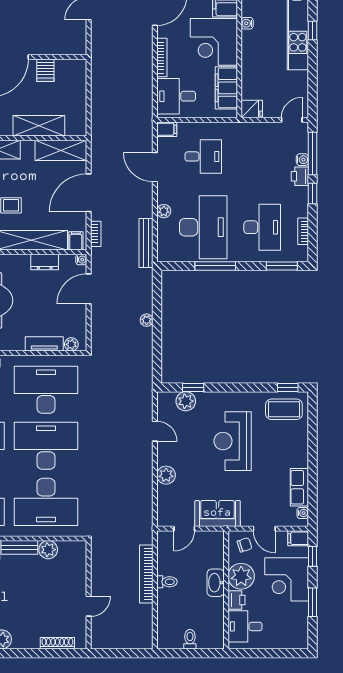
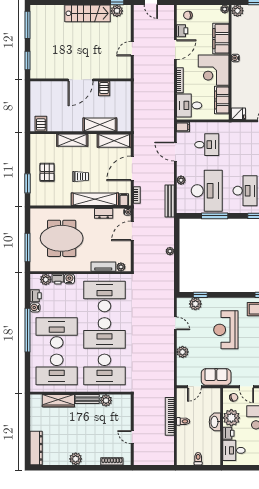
desk: (46, 446) -> (104, 333), turned 180
door: (89, 606) -> (132, 437), swing flipped

